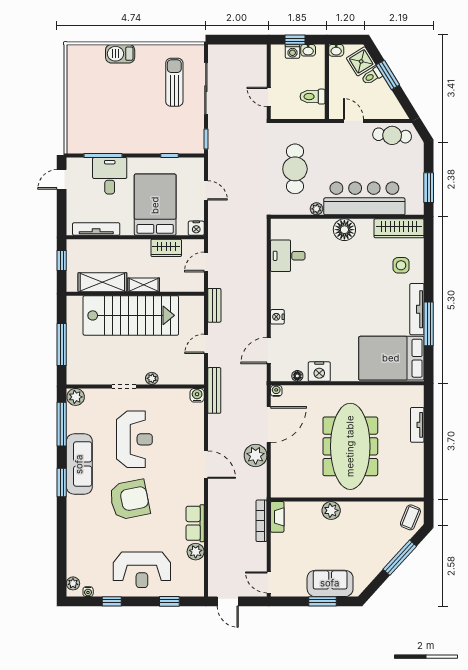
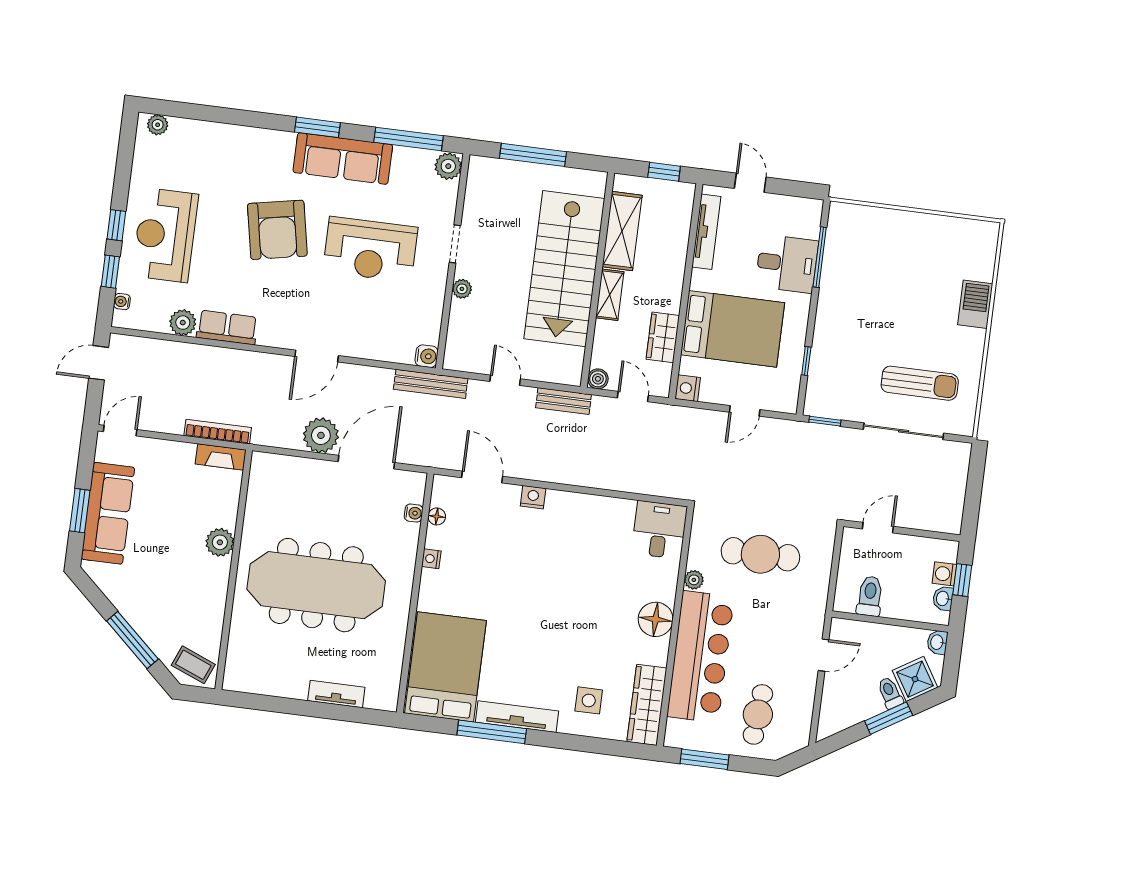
cafe table: (392, 135) -> (758, 714), moved
door: (62, 179) -> (750, 183), moved
desk: (288, 256) -> (659, 530), moved
boiler: (198, 285) -> (598, 379), added
nightstand: (319, 372) -> (431, 559), width x0.53, depth x0.56
water cooler: (276, 391) -> (414, 513), moved
door: (269, 425) -> (366, 462), swing flipped
sofa: (330, 583) -> (108, 513), width x1.36
water cooler: (88, 592) -> (122, 302), moved
window: (112, 601) -> (116, 225), moved

